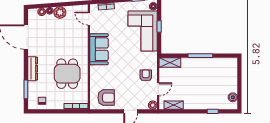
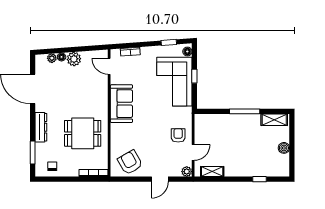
shelving: (170, 62) -> (274, 120), moved
dining table: (67, 74) -> (83, 133), turned 90
boiler: (233, 97) -> (284, 148), moved
armchair: (106, 98) -> (130, 162), turned -120

